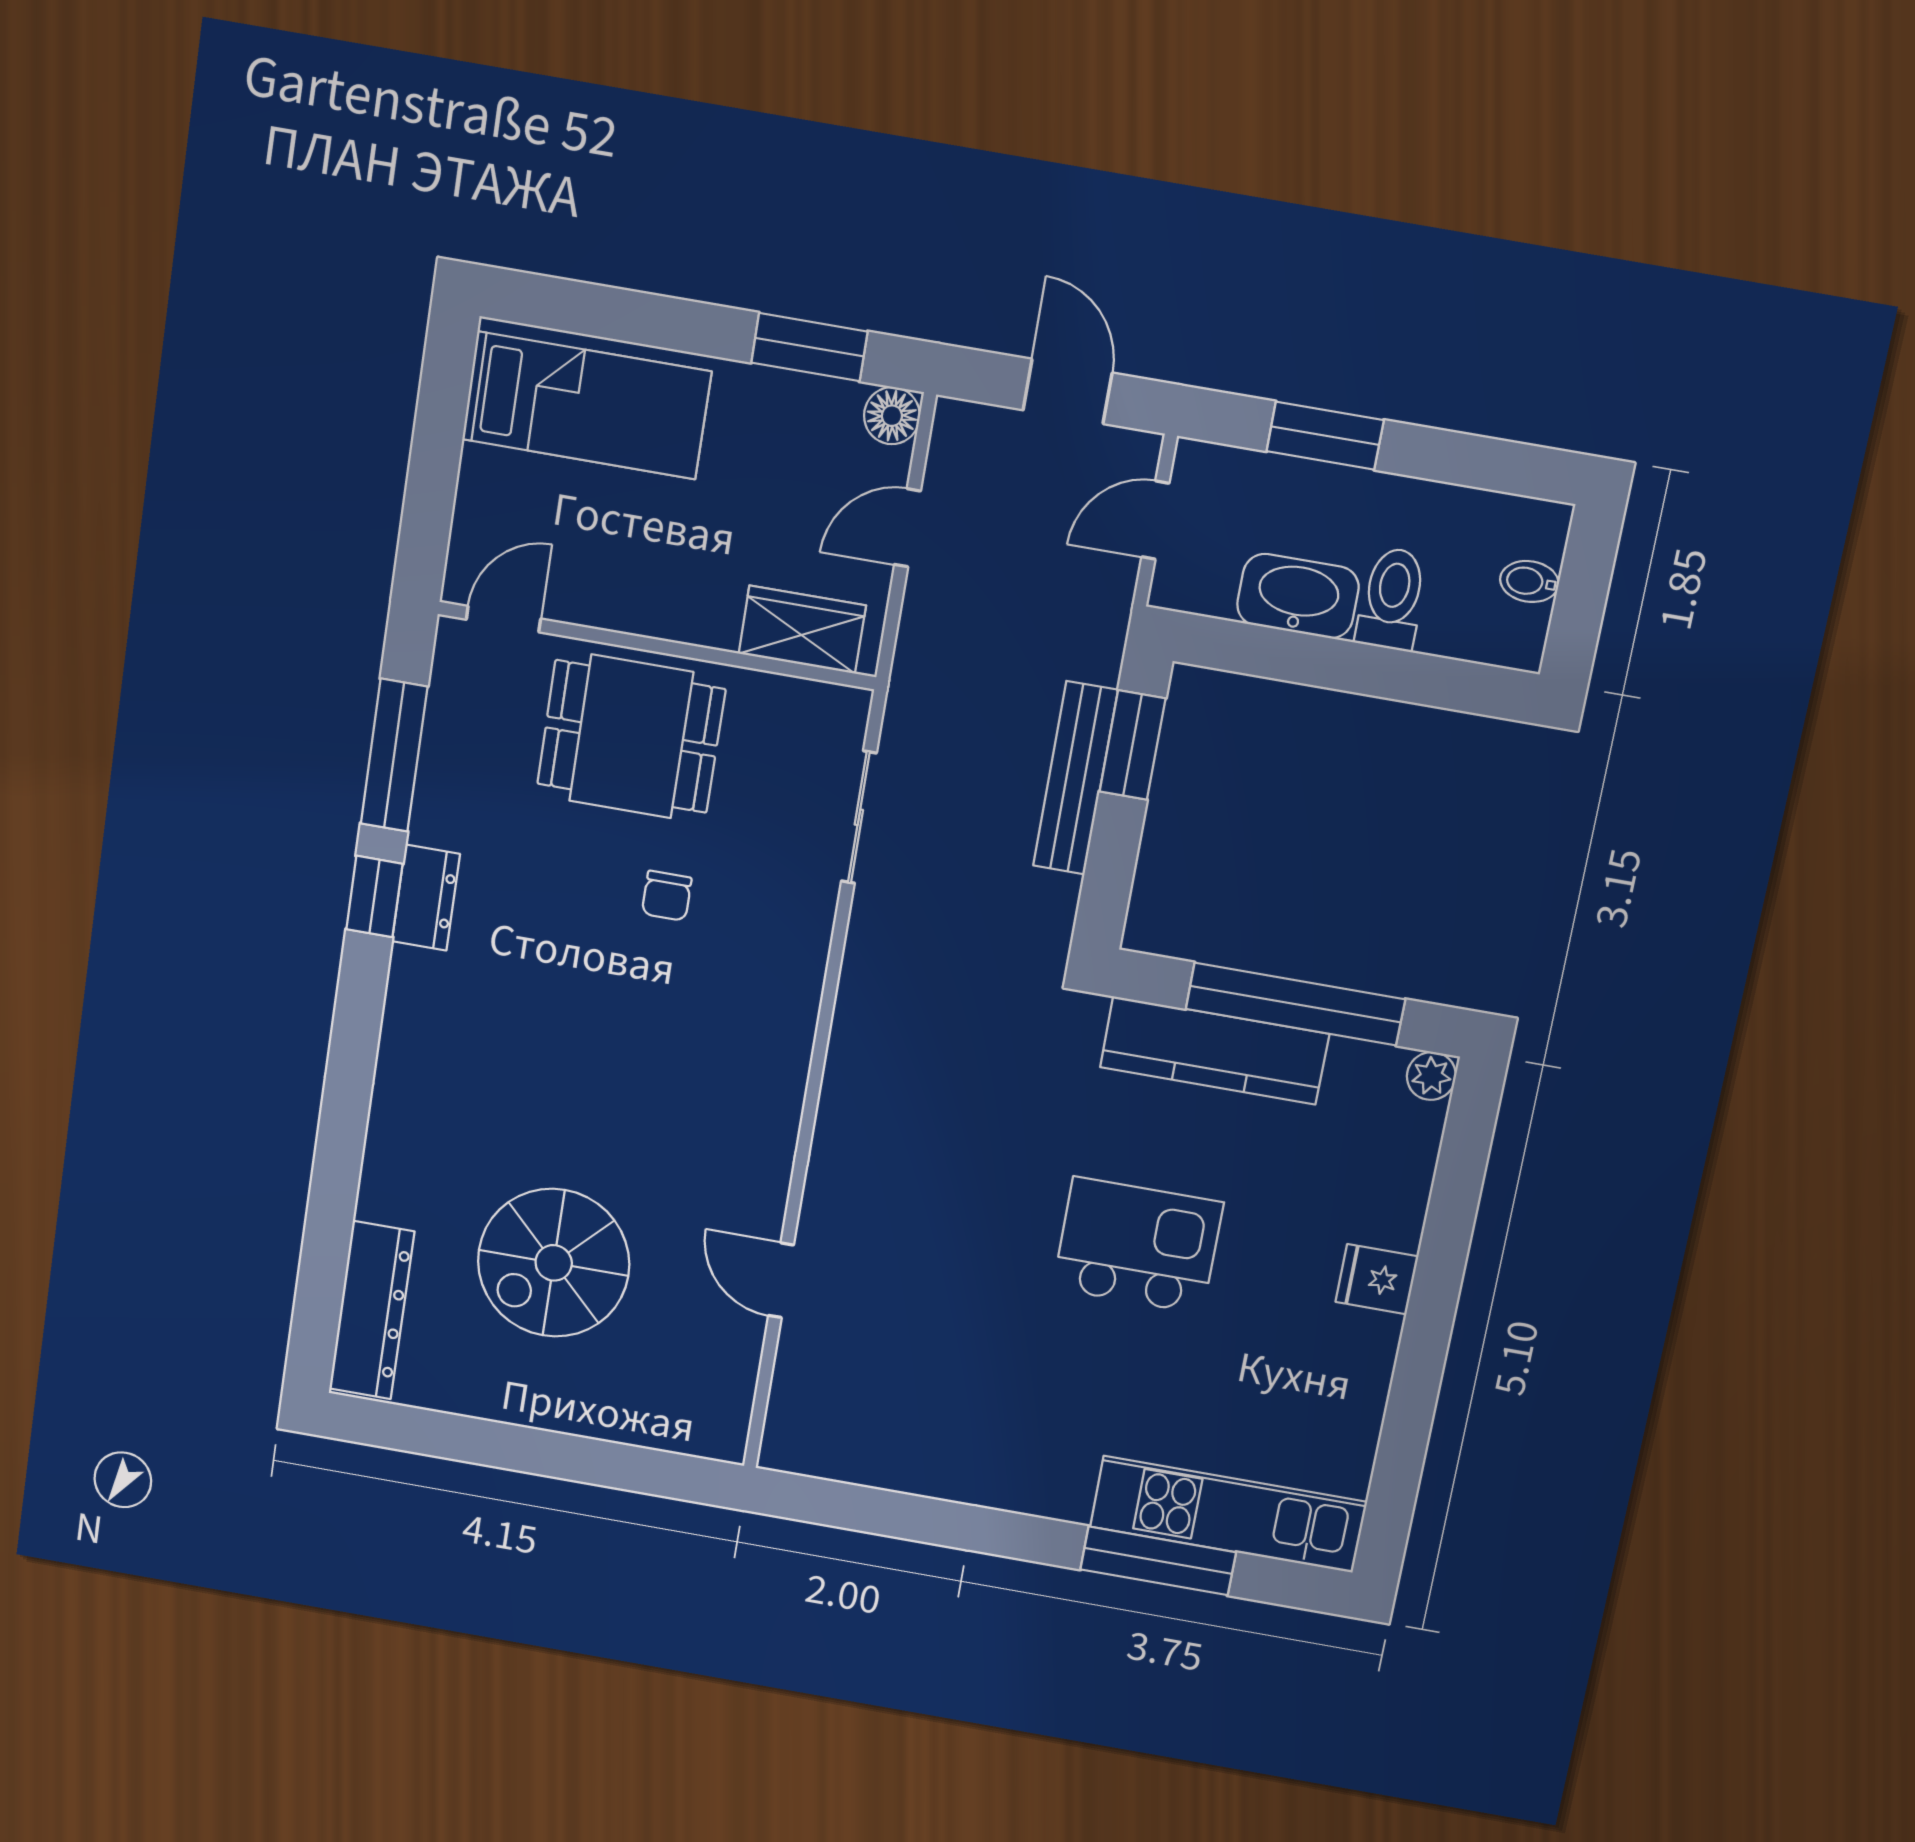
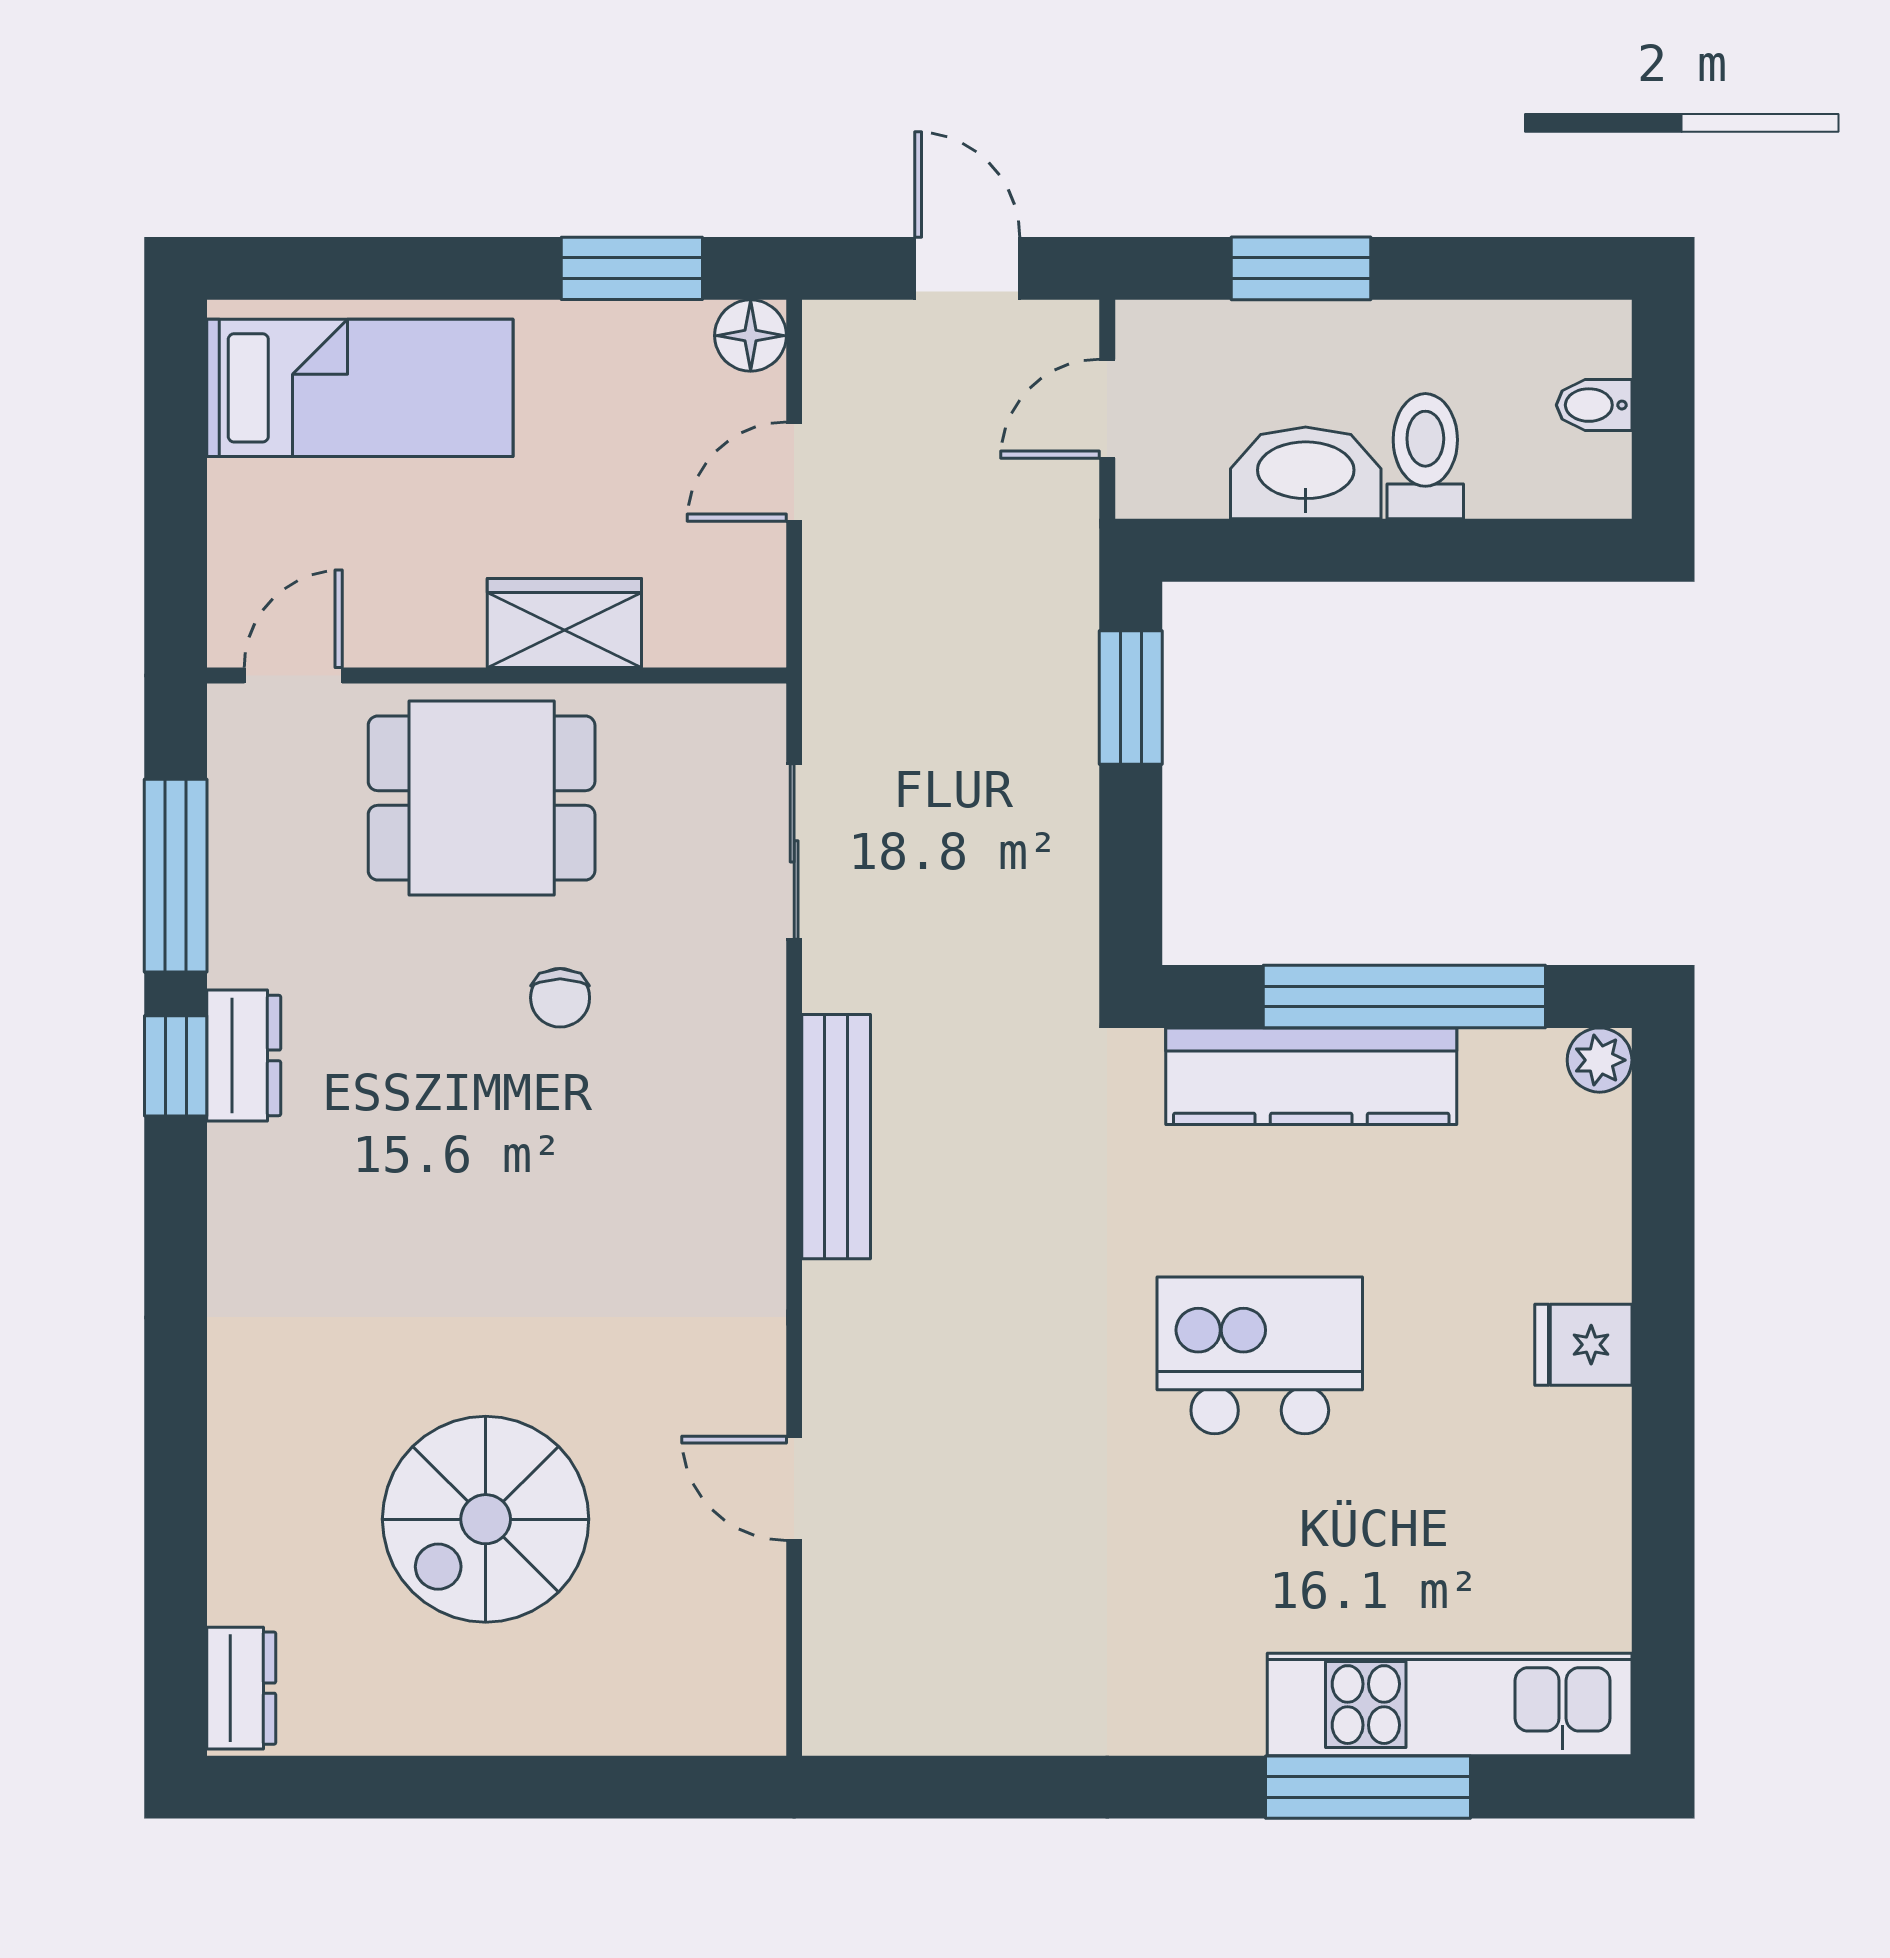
wardrobe: (802, 630) -> (564, 623), moved
bench: (1075, 778) -> (836, 1137), moved
dresser: (372, 1310) -> (241, 1688), width x0.51, depth x0.80

